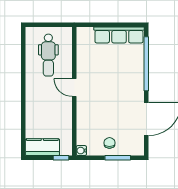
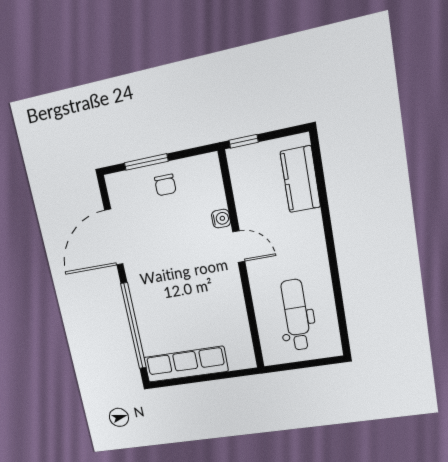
door: (74, 88) -> (239, 247), moved
kitchen counter: (42, 147) -> (300, 179), moved, turned 90
water cooler: (81, 151) -> (221, 219), moved

